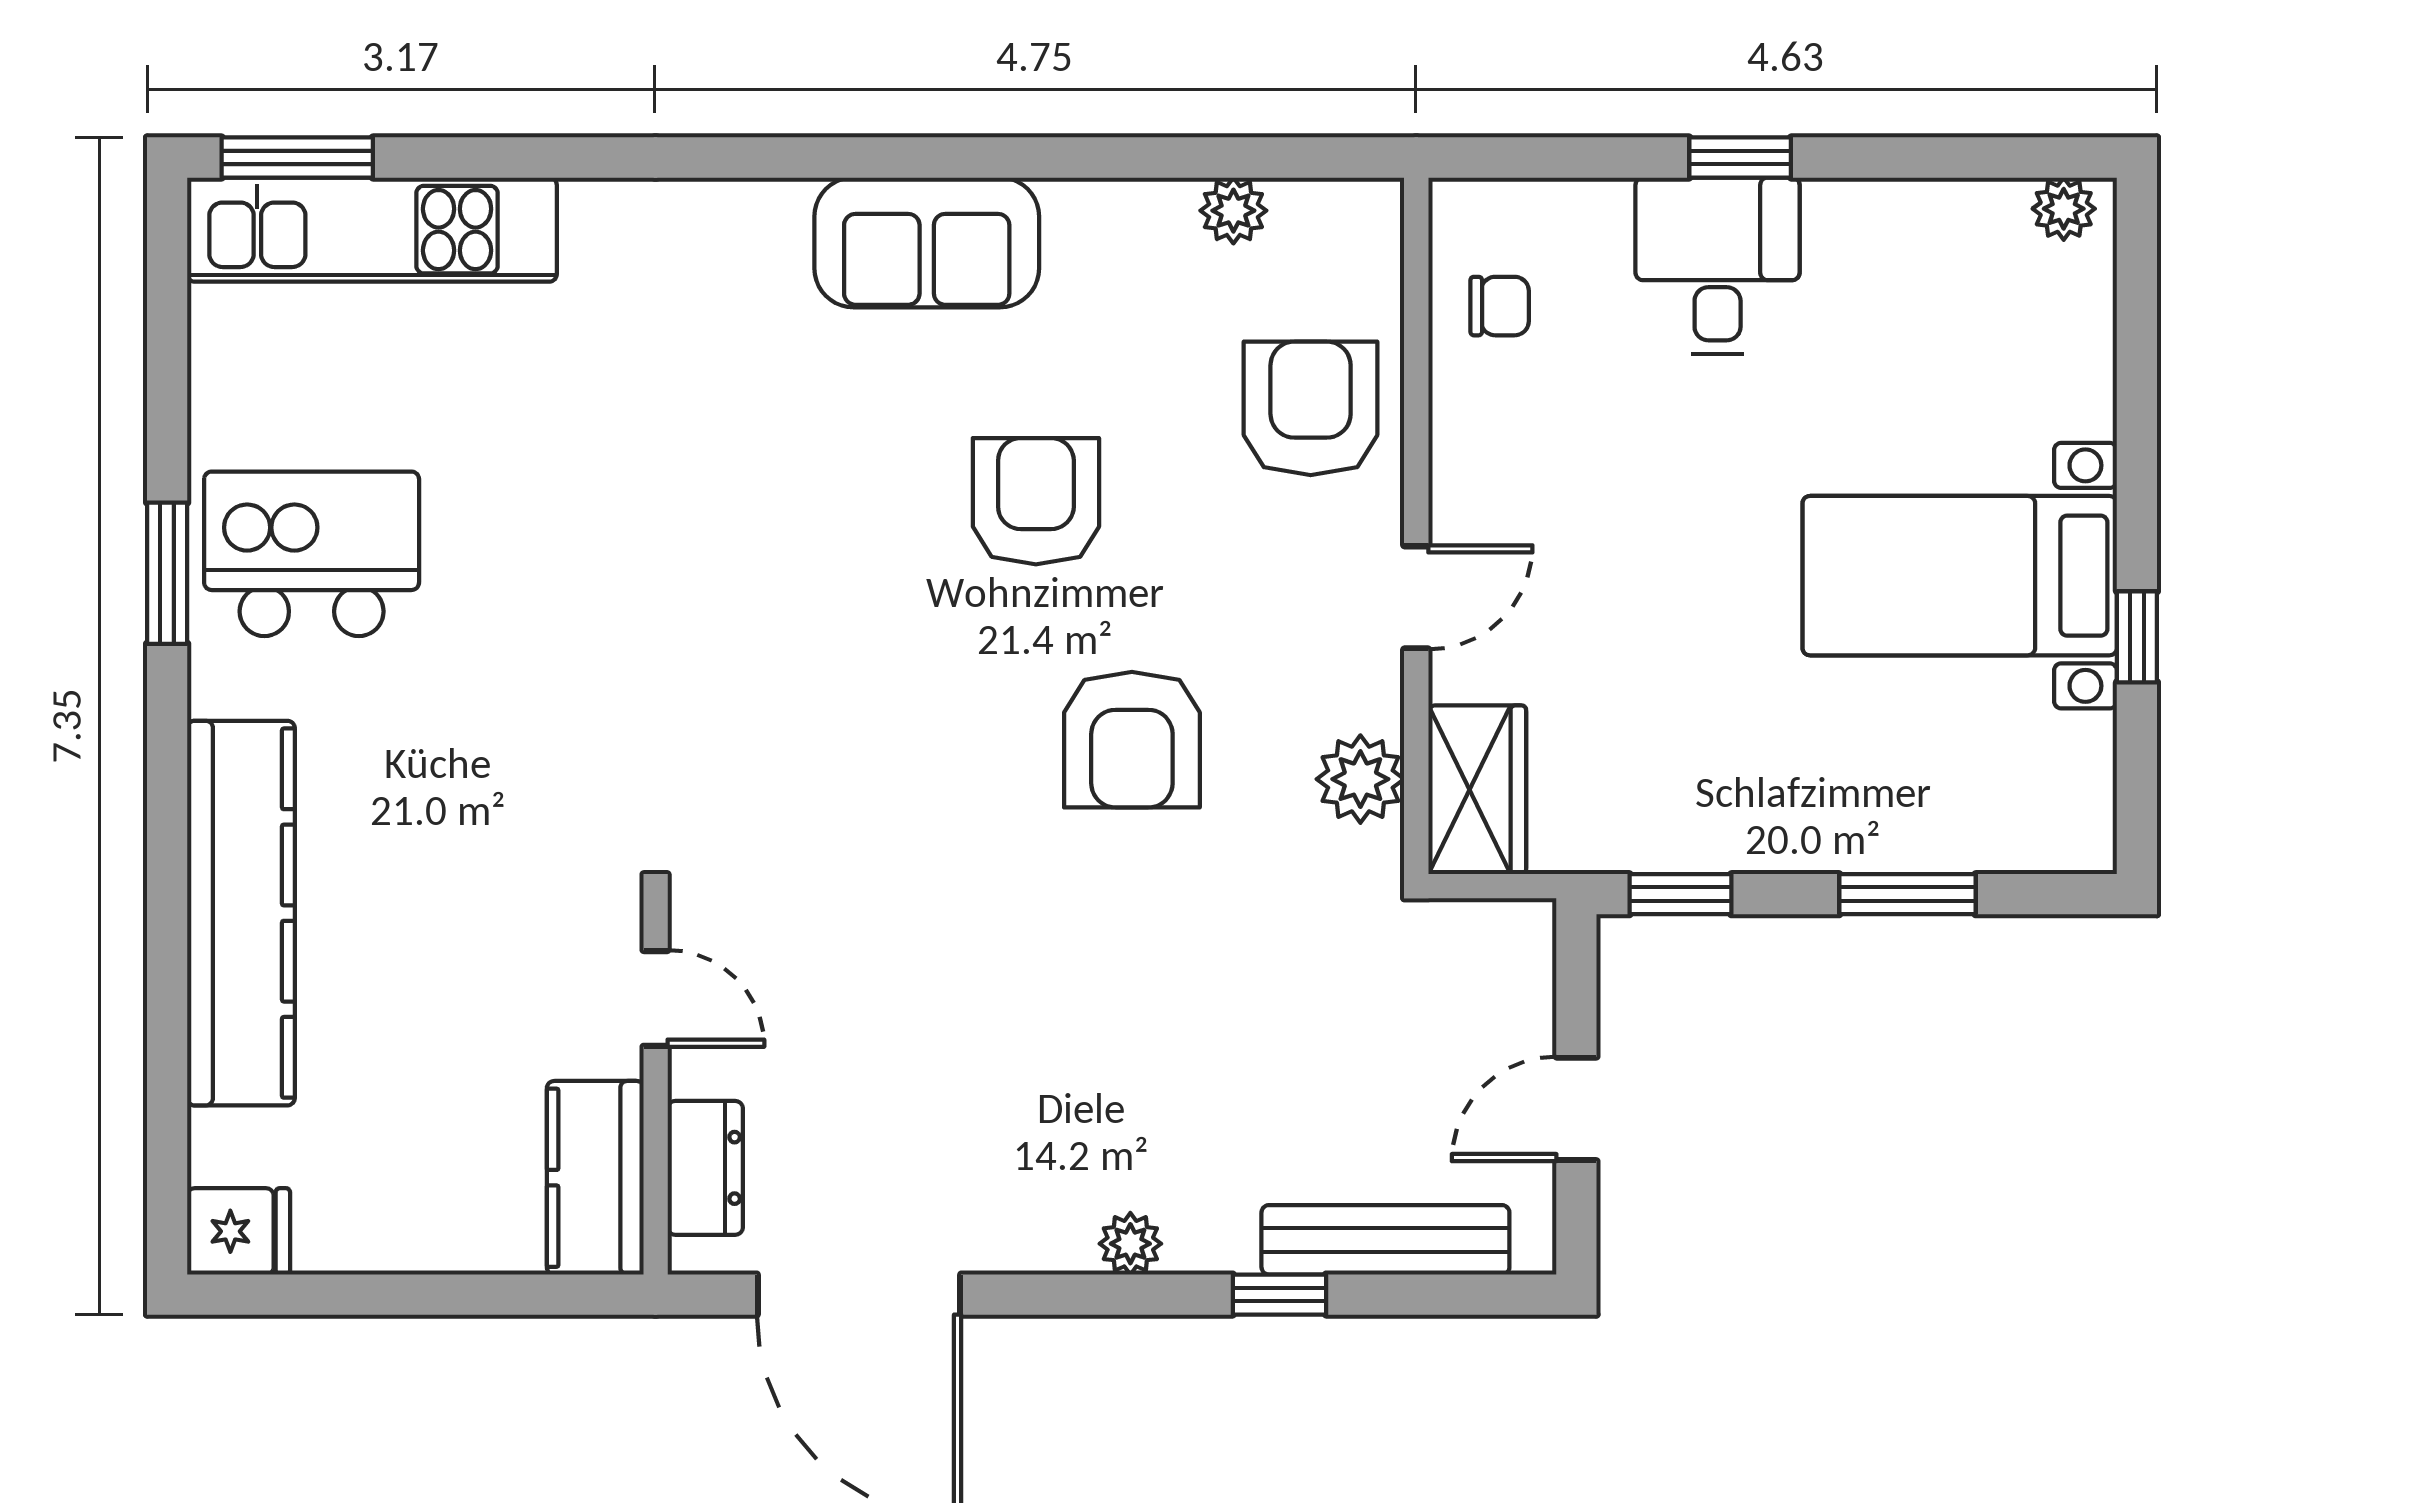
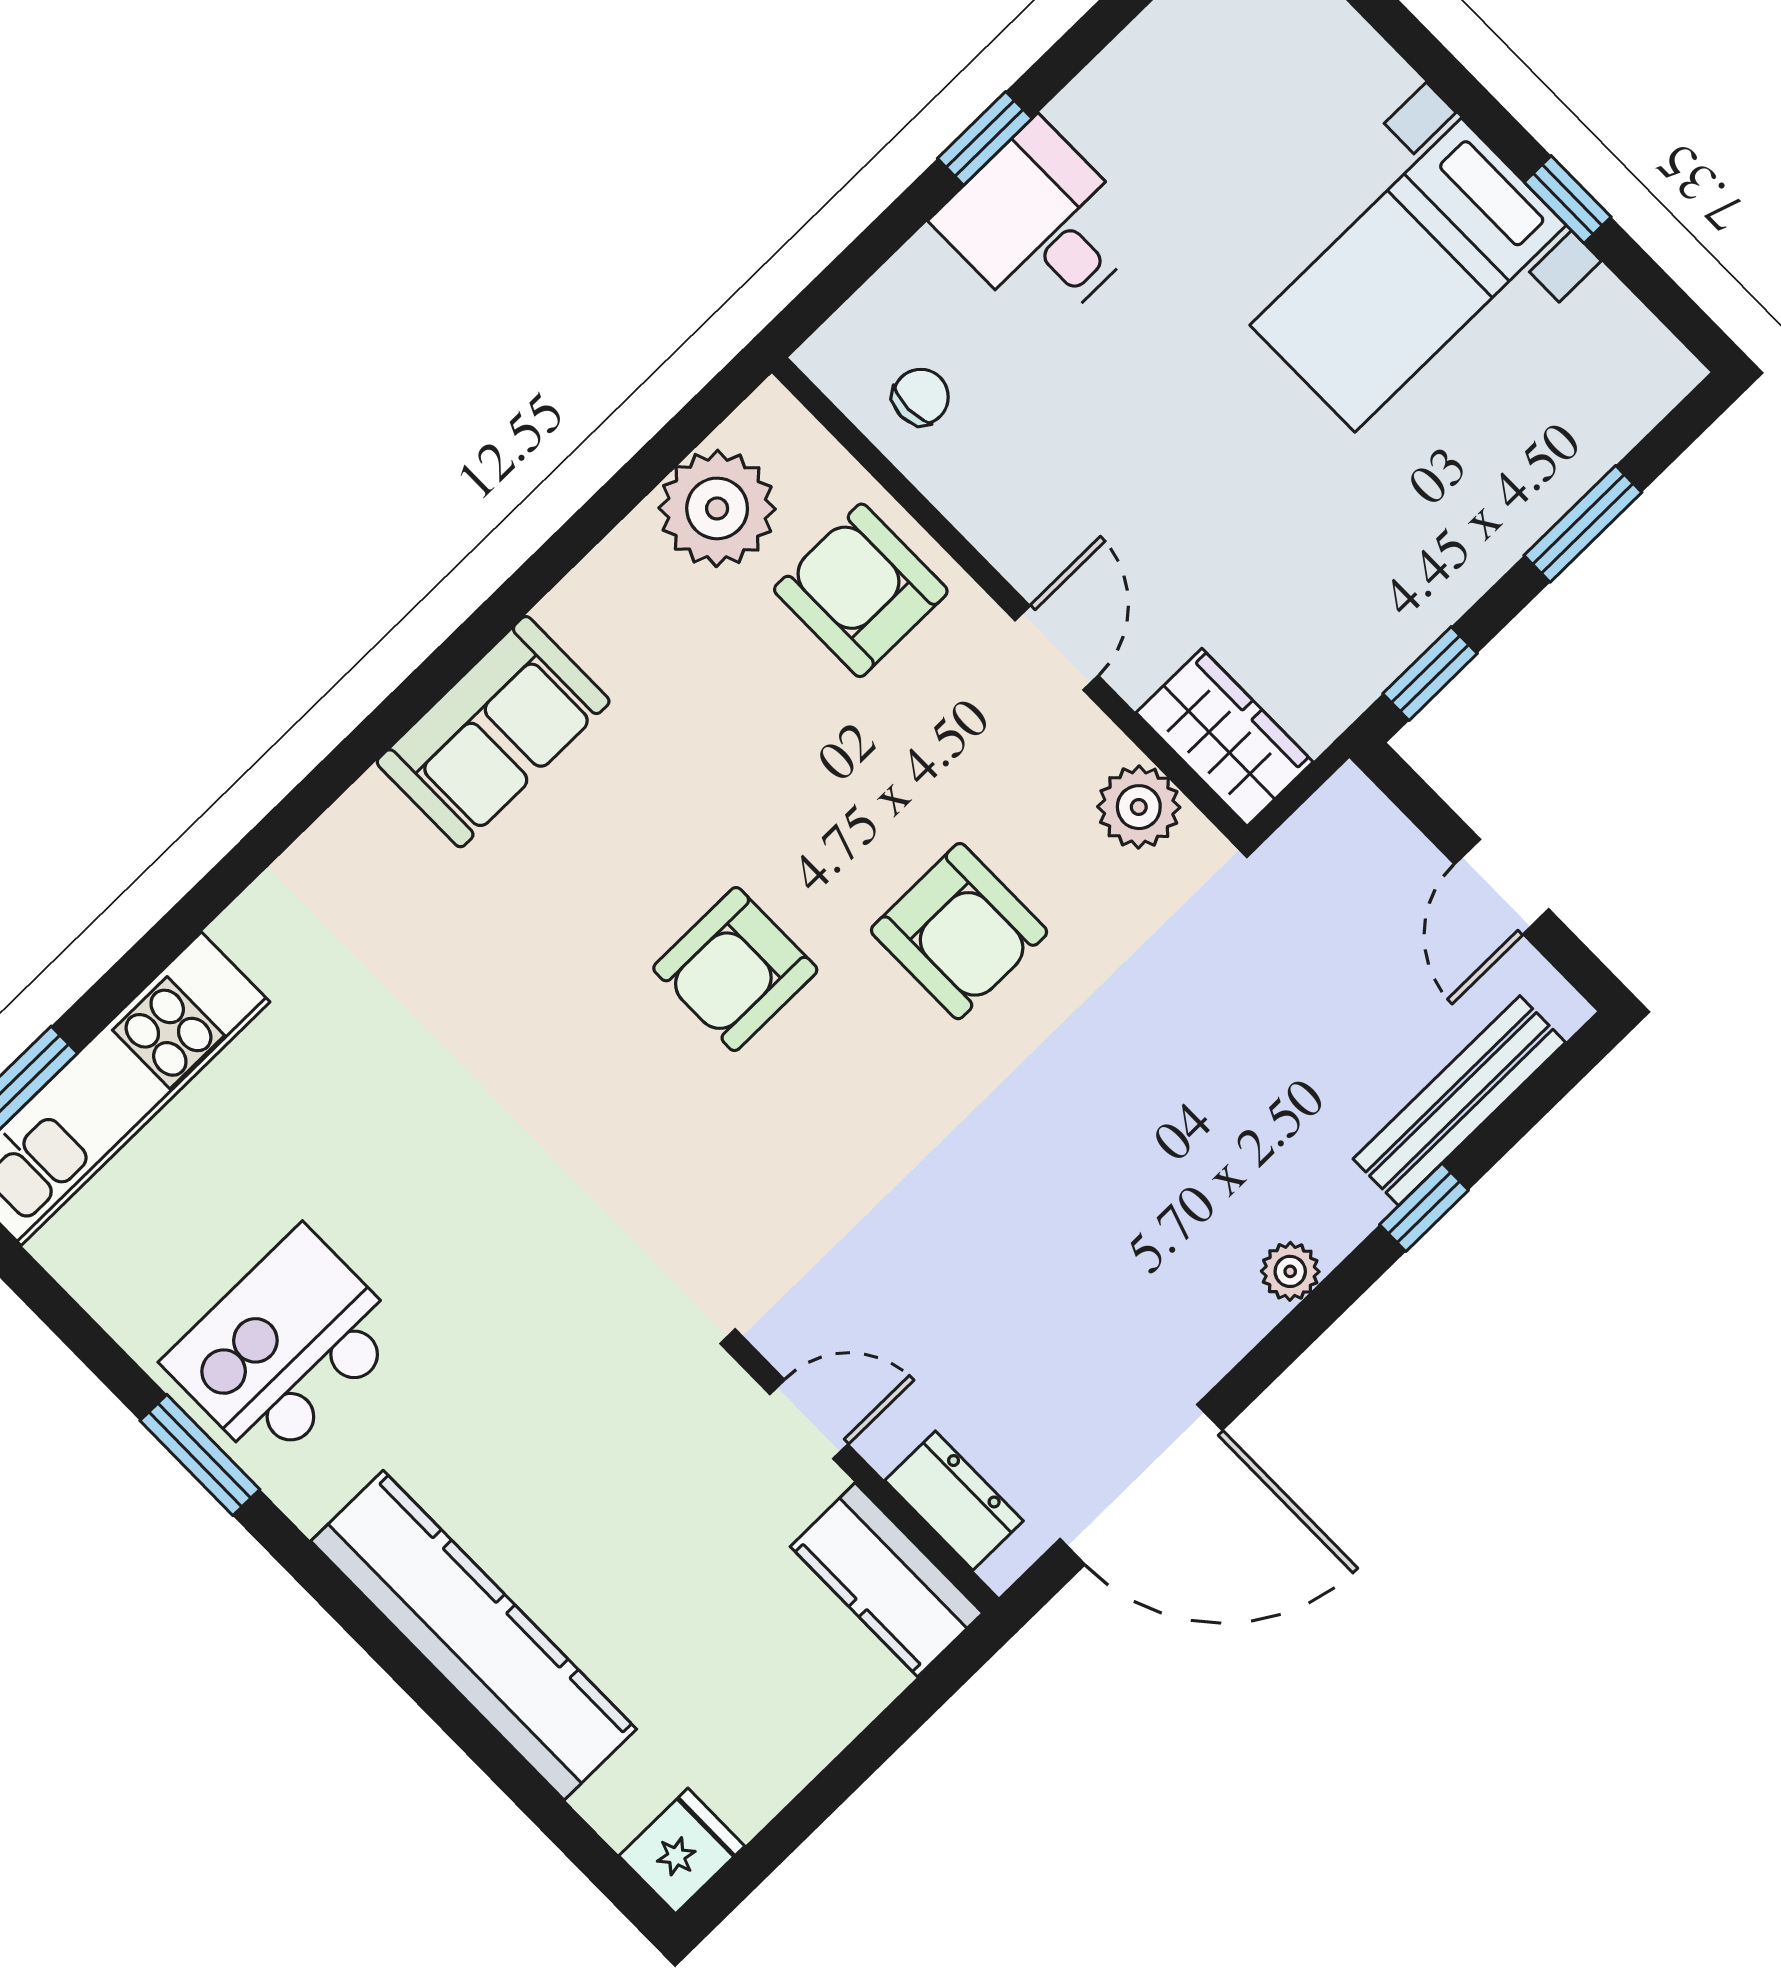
plant: (1233, 211) -> (717, 508), width x1.87, depth x1.87
armchair: (1036, 501) -> (735, 969), moved, turned -90

